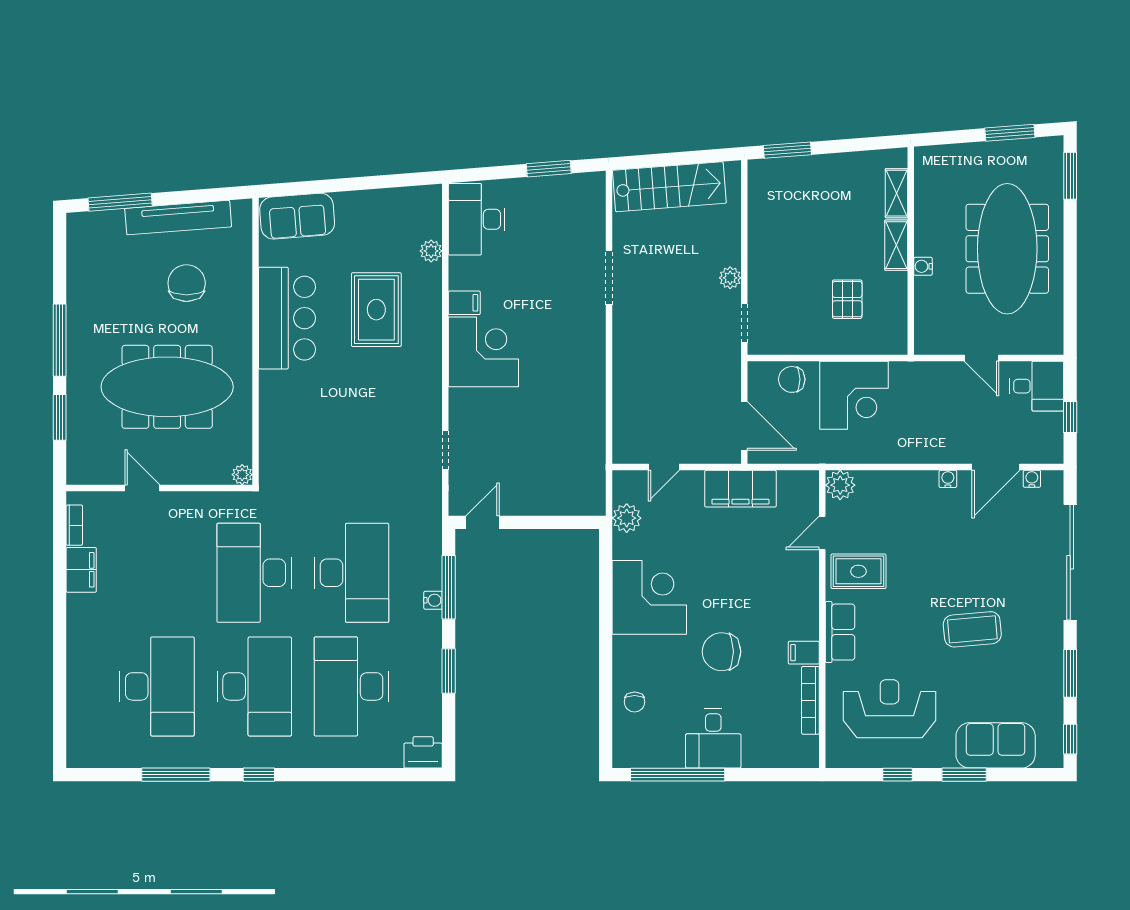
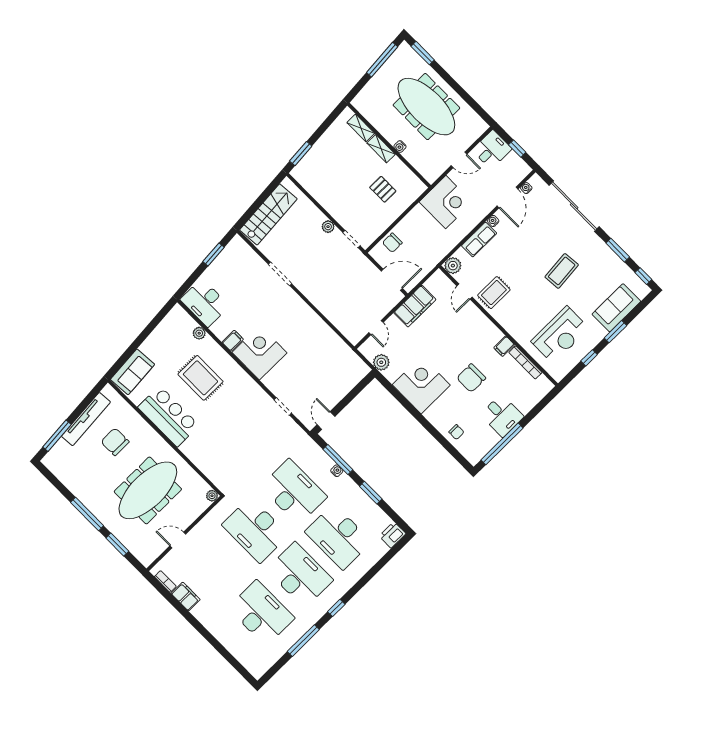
window: (1010, 133) -> (382, 60), width x1.44
corner desk: (854, 395) -> (446, 202), moved
row of seats: (840, 632) -> (479, 240), moved, turned 90
reception desk: (889, 709) -> (560, 335), turned 180

